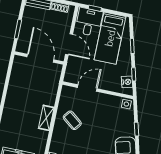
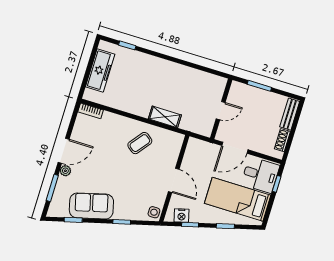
door: (40, 58) -> (221, 111), width x0.53
door: (87, 88) -> (174, 180), moved
shelving: (46, 118) -> (165, 117), moved

